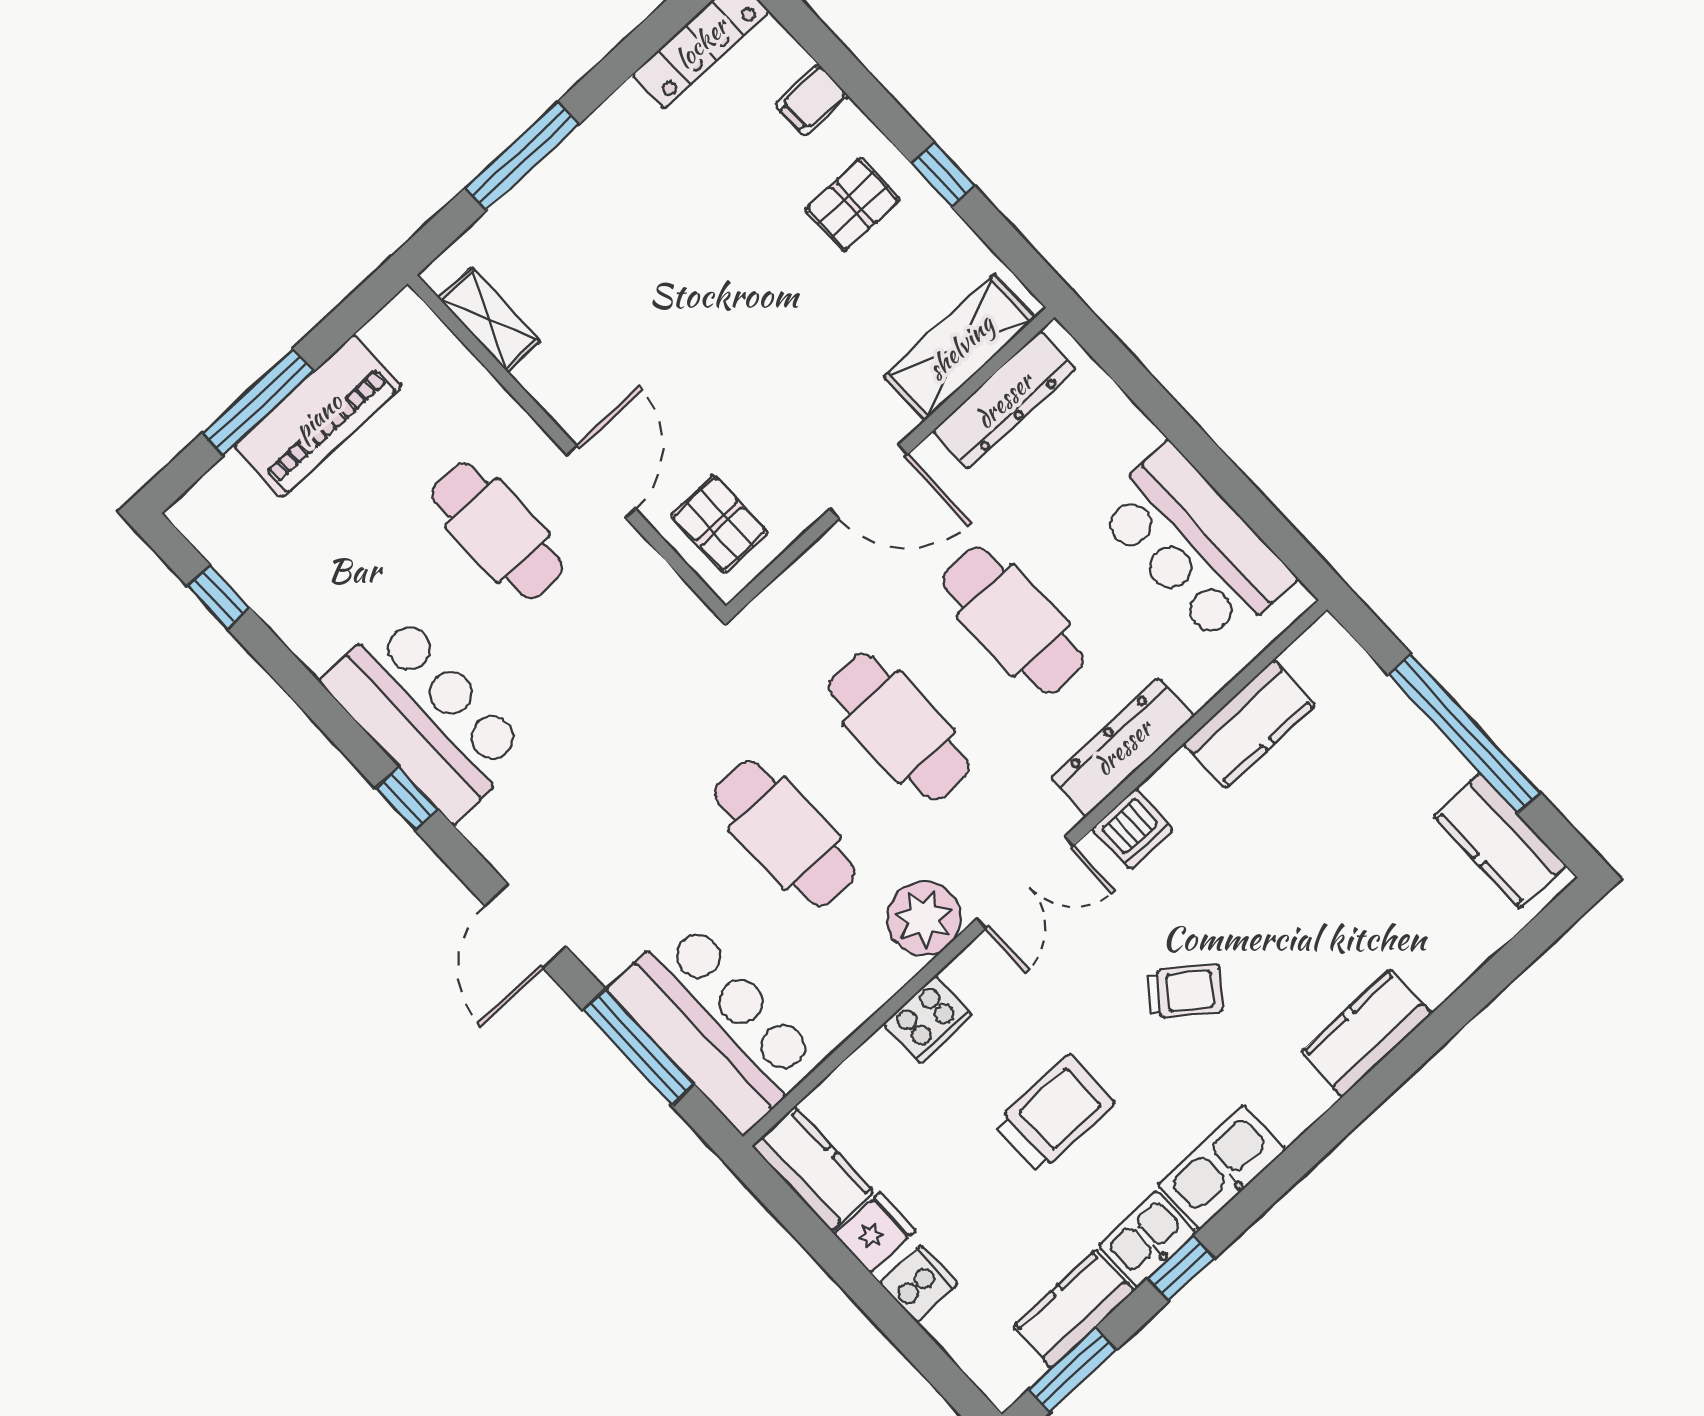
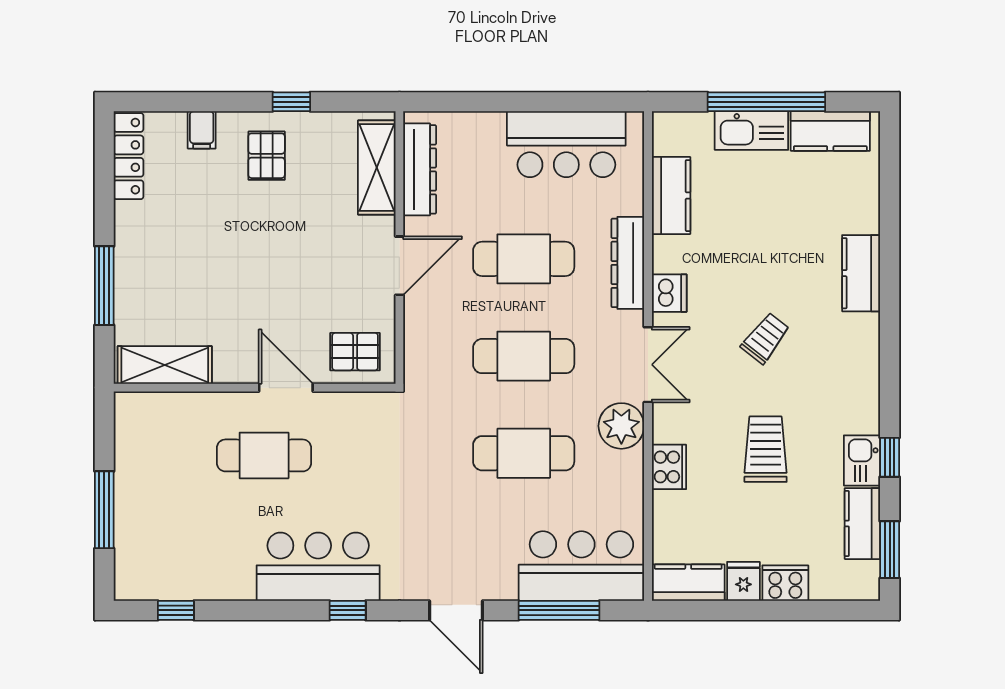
shelving: (489, 320) -> (165, 365), width x1.50, depth x1.33
piano: (318, 416) -> (136, 489), removed
kitchen sink: (1222, 1167) -> (751, 131), moved, turned -90
cooker: (919, 1284) -> (785, 583), width x1.36

